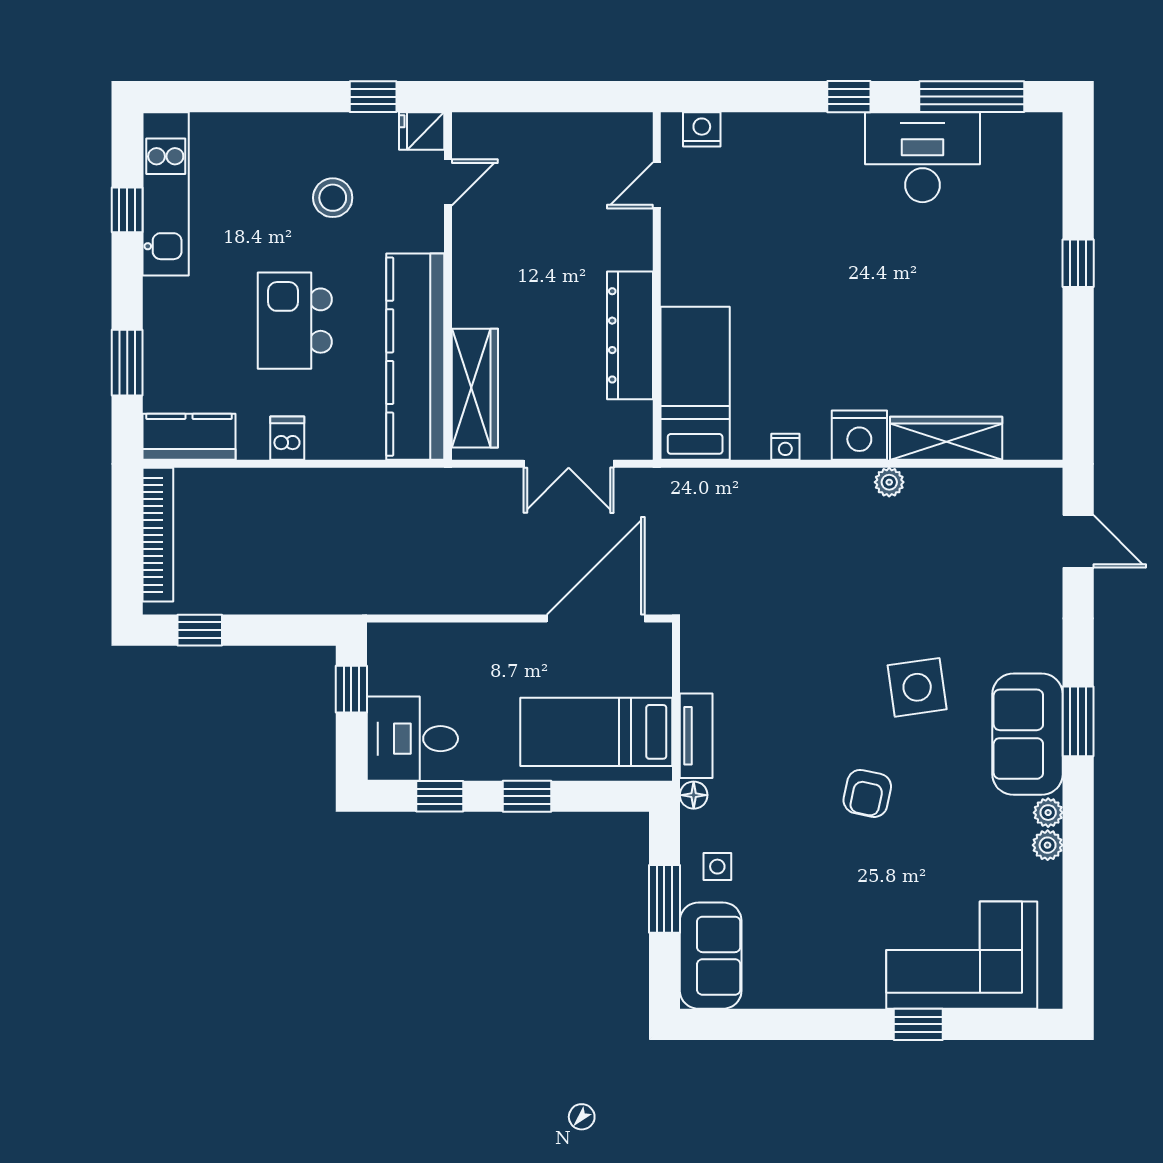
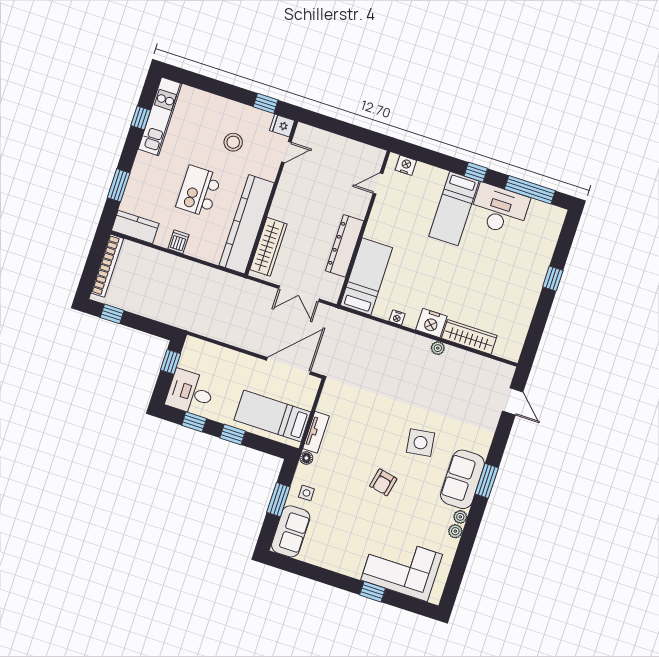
bed: (829, 186) -> (454, 209), added

